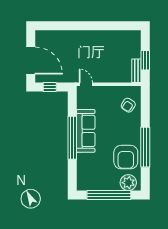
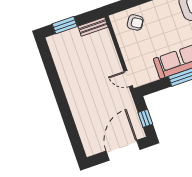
window: (145, 60) -> (65, 25), moved
door: (86, 84) -> (128, 79), hinge flipped

